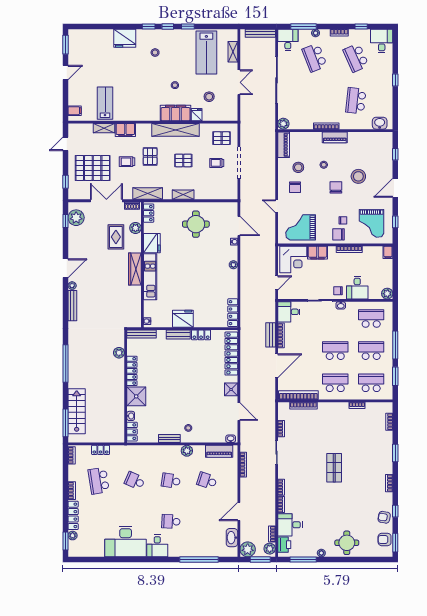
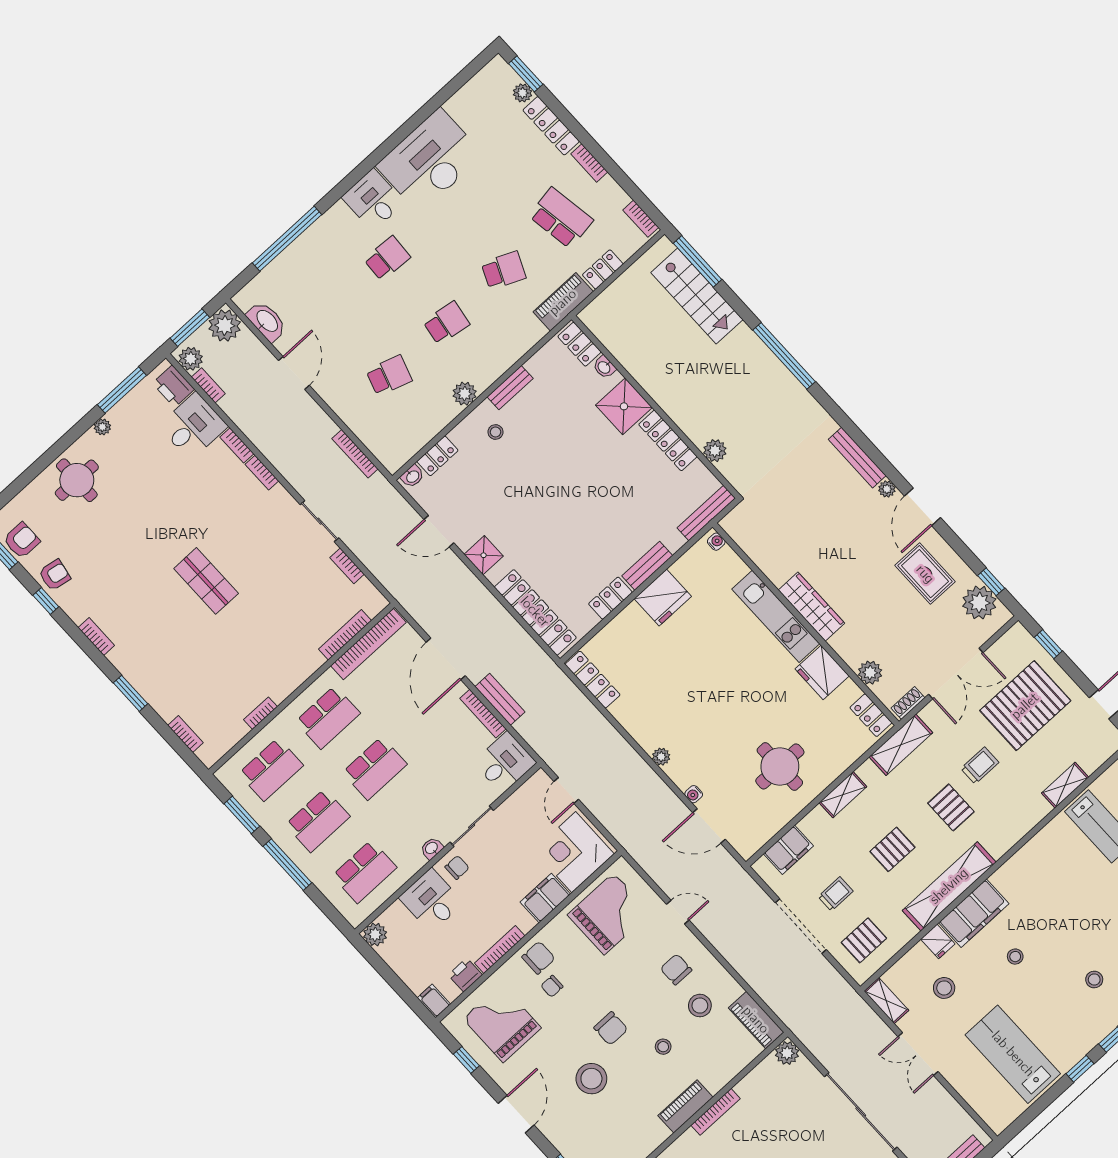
shelving: (233, 52) -> (886, 1001), moved
filing cabinet: (125, 130) -> (788, 850), moved, turned 180
rug: (116, 237) -> (925, 574), moved
printer: (369, 251) -> (465, 975), added
locker: (216, 438) -> (437, 456), added
piano: (219, 451) -> (563, 302), moved

